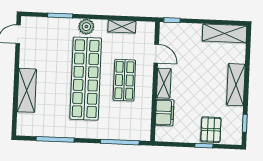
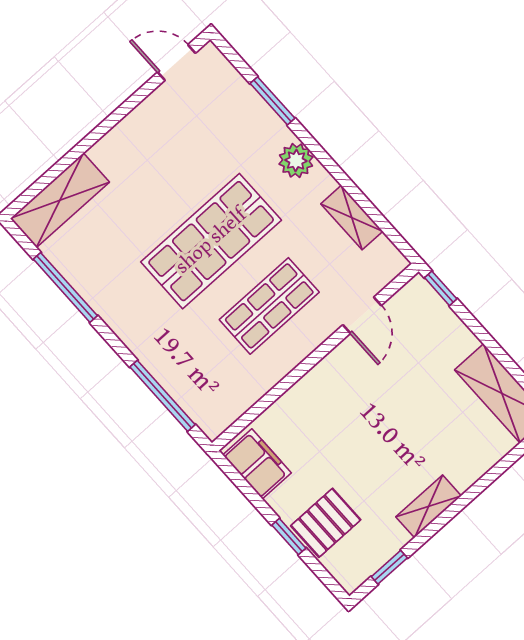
shop shelf: (86, 79) -> (211, 241), width x0.71
shelving: (164, 83) -> (326, 374), removed
shelving: (236, 85) -> (429, 506), width x0.67, depth x0.75
shelving: (27, 90) -> (60, 200), moved
filing cabinet: (165, 113) -> (257, 464), moved, turned -90

